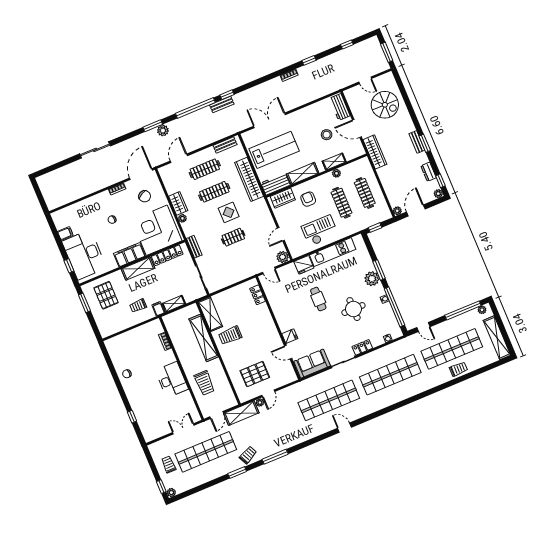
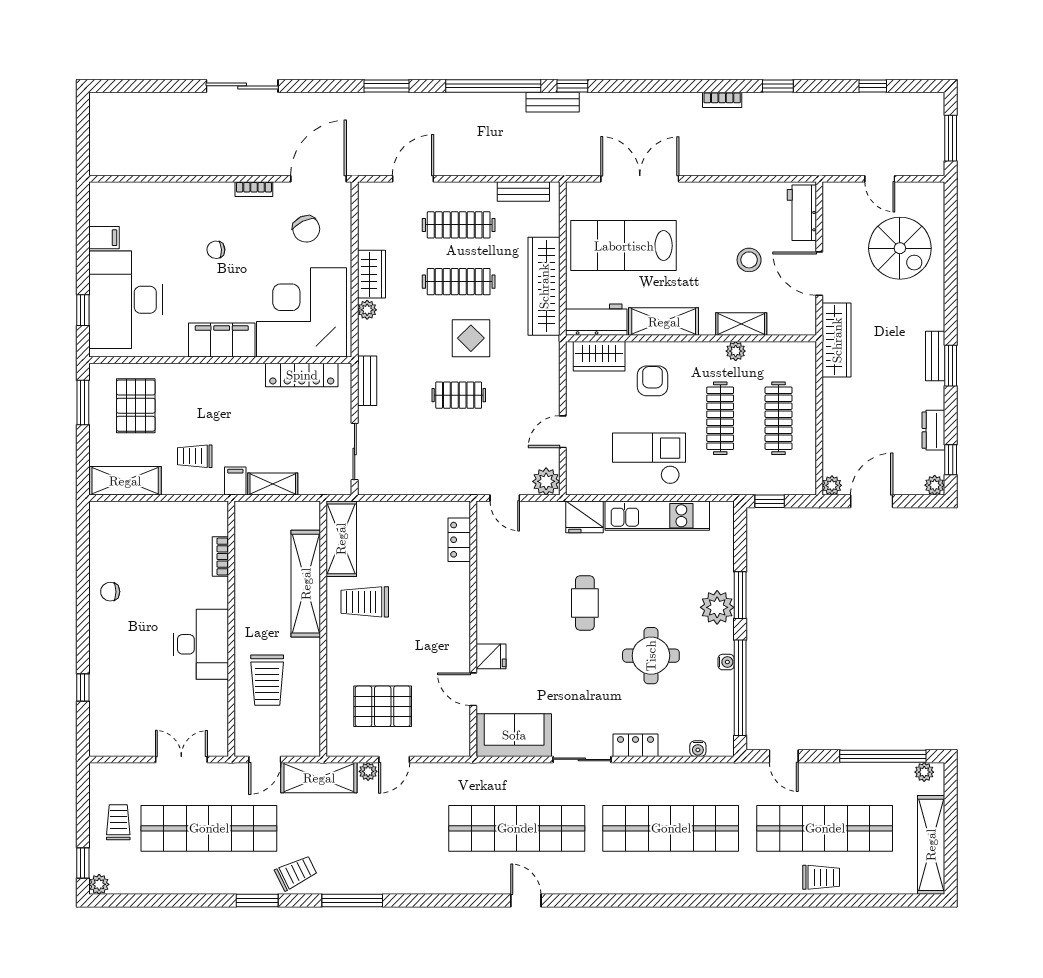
plant: (163, 131) -> (404, 105), removed
lab bench: (274, 150) -> (624, 246), turned 180
shelving: (138, 269) -> (125, 481), moved

